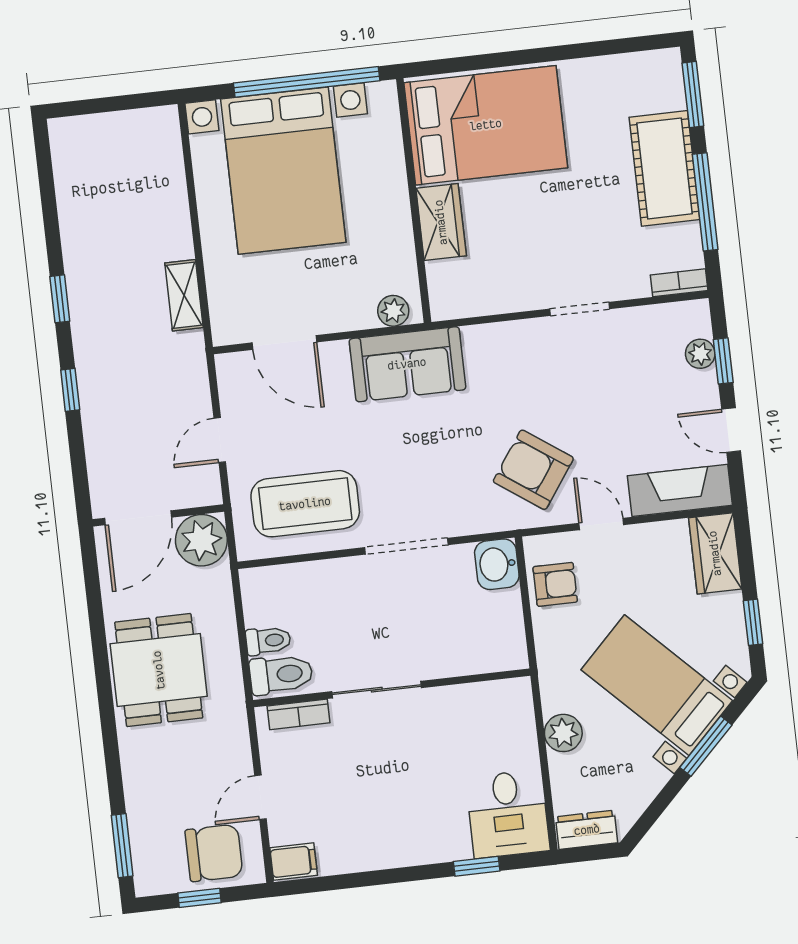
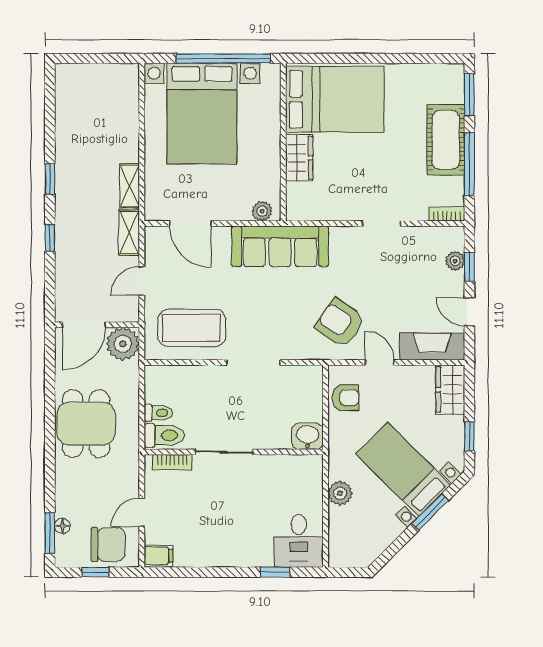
sofa: (407, 364) -> (280, 246), width x1.36
shelving: (192, 368) -> (129, 233), added
washbasin: (497, 564) -> (307, 436), moved, turned 90
dresser: (587, 830) -> (348, 557), removed
floor lamp: (140, 832) -> (62, 526), added

